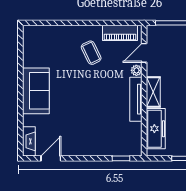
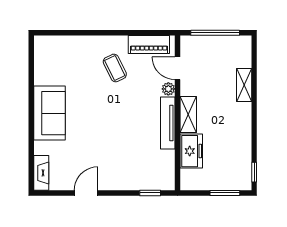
door: (144, 53) -> (177, 68), hinge flipped
freezer: (156, 129) -> (191, 151), width x0.71
door: (51, 158) -> (86, 193), moved

